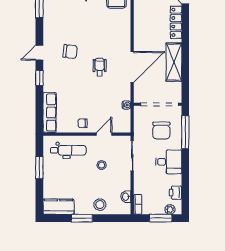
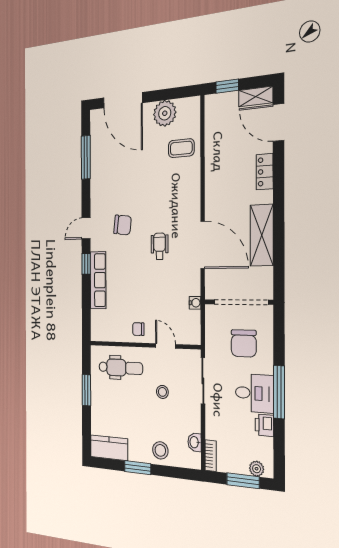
locker: (176, 22) -> (265, 172), width x0.66
door: (132, 67) -> (203, 245), hinge flipped
row of seats: (50, 112) -> (98, 280), moved
window: (185, 132) -> (279, 392), moved
door: (104, 134) -> (166, 346), hinge flipped
printer: (175, 193) -> (264, 425), moved

